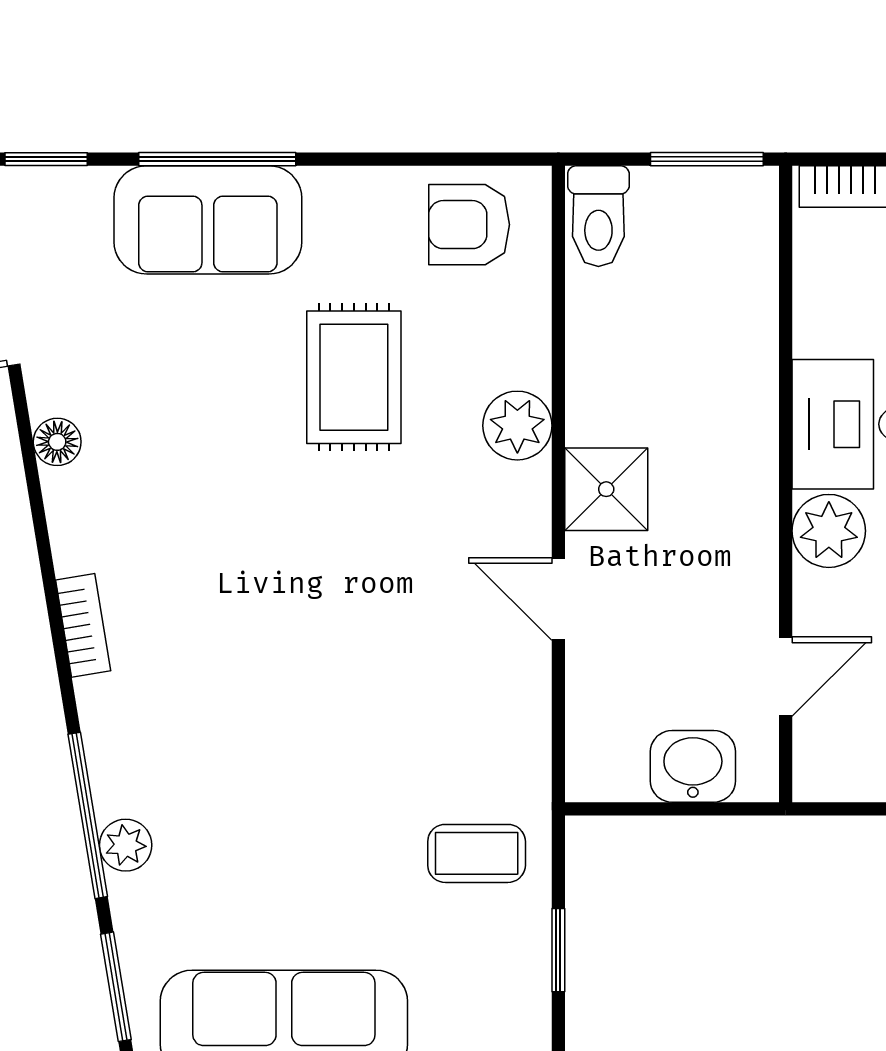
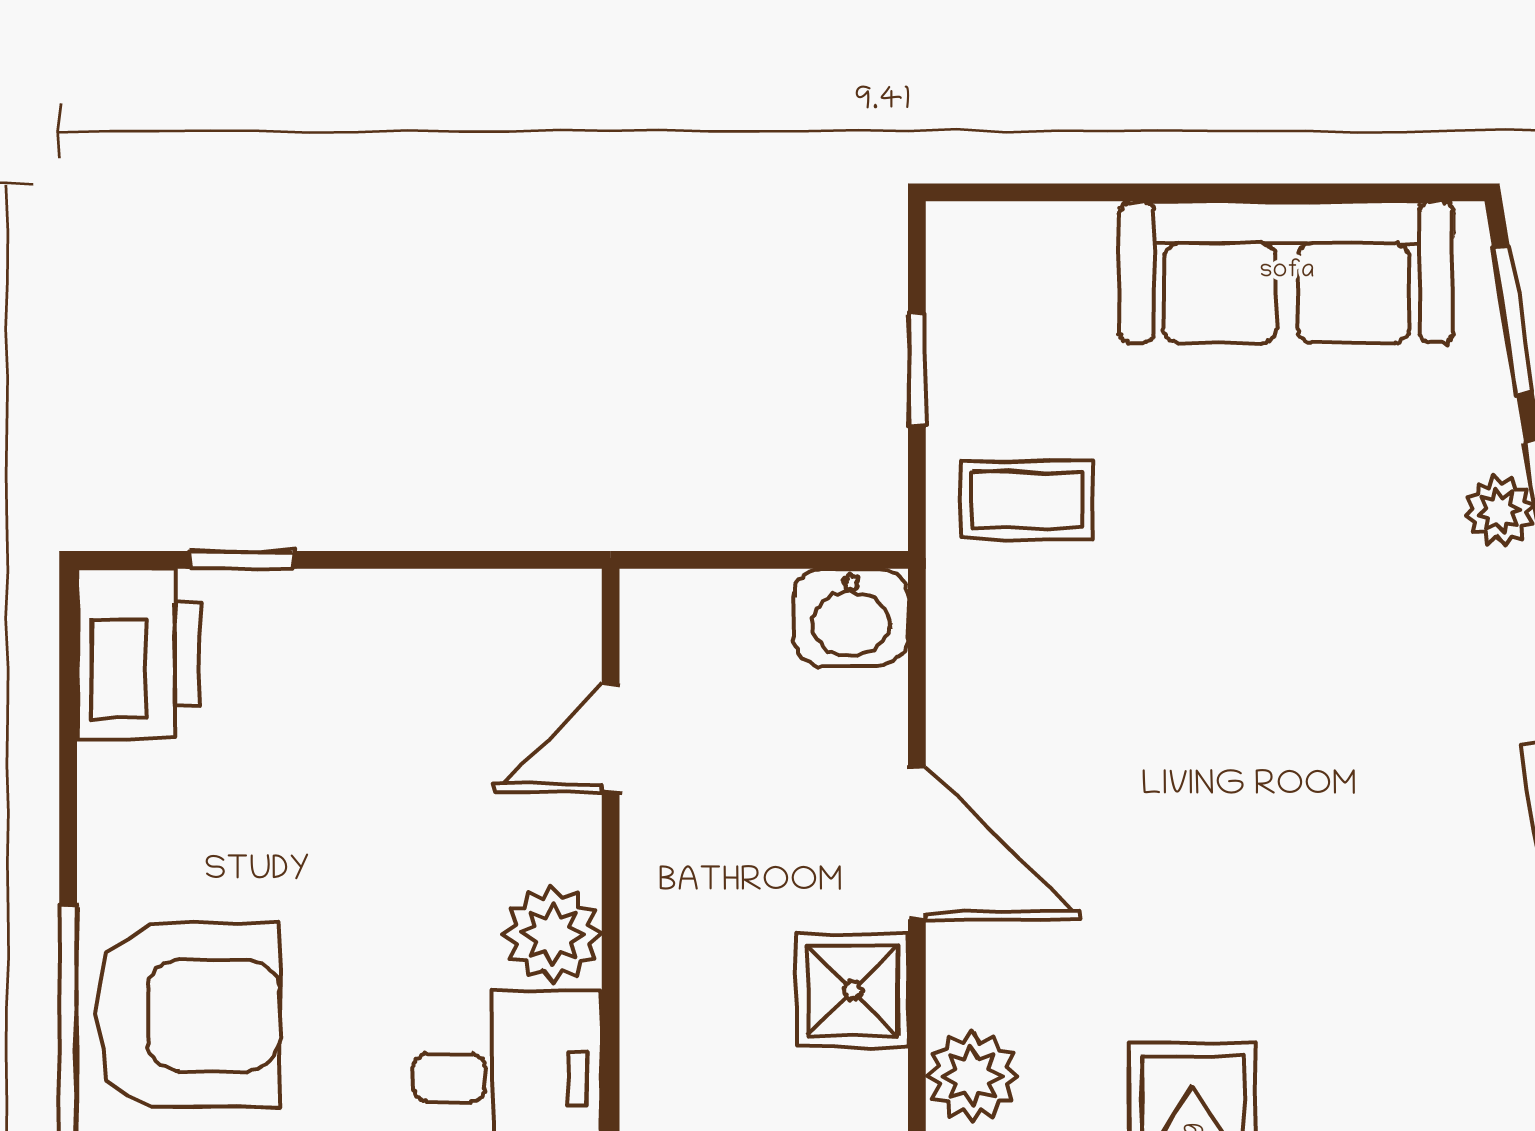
door: (558, 599) -> (917, 843), width x1.38
washbasin: (693, 766) -> (851, 617), moved

